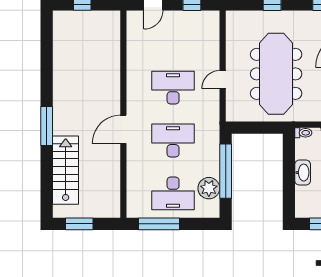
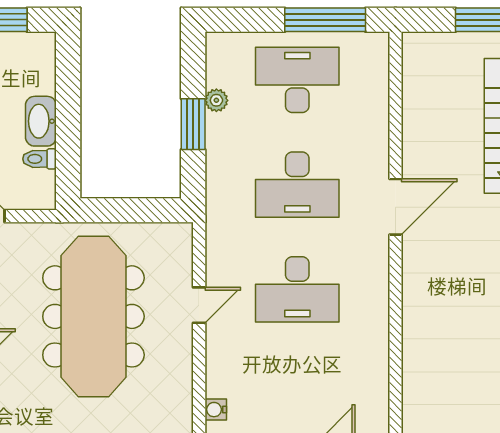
water cooler: (214, 27) -> (216, 410), added
toilet: (303, 133) -> (39, 159), moved
window: (226, 171) -> (193, 124), width x0.47
plant: (209, 188) -> (216, 100), width x0.53, depth x0.53

